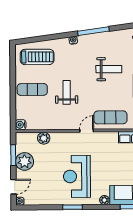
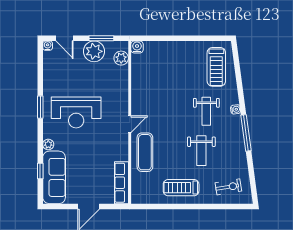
exercise mat: (32, 89) -> (178, 61), removed
weight bench: (67, 92) -> (206, 111), moved, turned 90
door: (87, 131) -> (130, 124), hinge flipped
plant: (44, 138) -> (121, 58), moved
reception desk: (77, 176) -> (76, 112), turned 180

